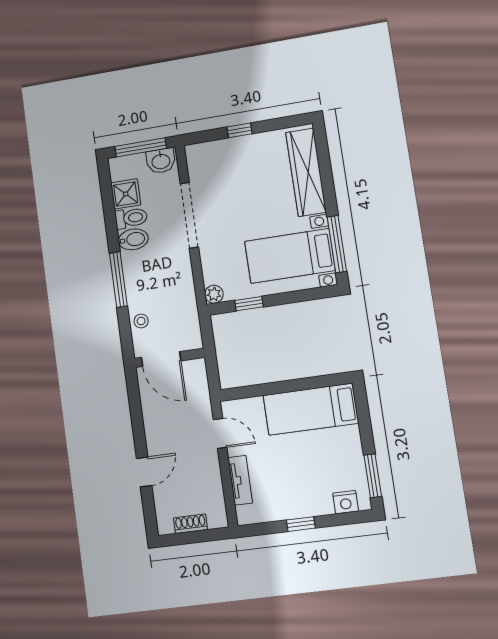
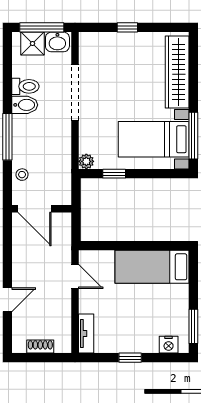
shower: (126, 194) -> (33, 43), moved
tv unit: (240, 480) -> (86, 333), moved

